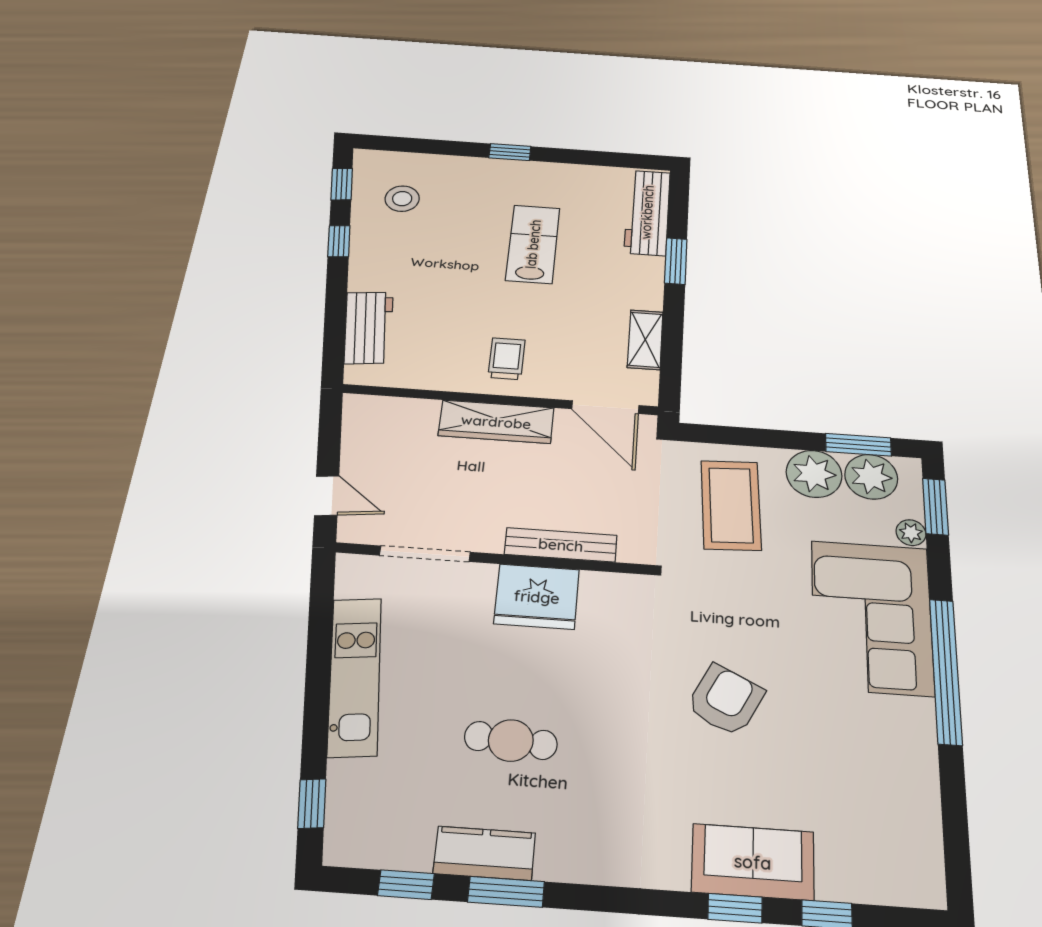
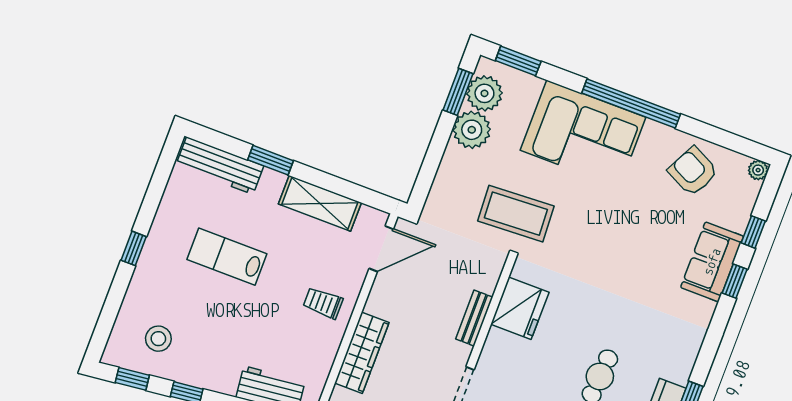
shelving: (645, 340) -> (320, 203), width x1.50, depth x1.33
wardrobe: (496, 422) -> (362, 353), moved
coffee table: (731, 505) -> (516, 214), moved
plant: (911, 533) -> (758, 170), moved
bench: (561, 545) -> (474, 318), width x0.73
fridge: (537, 597) -> (520, 308), moved
armchair: (725, 700) -> (693, 171), moved

